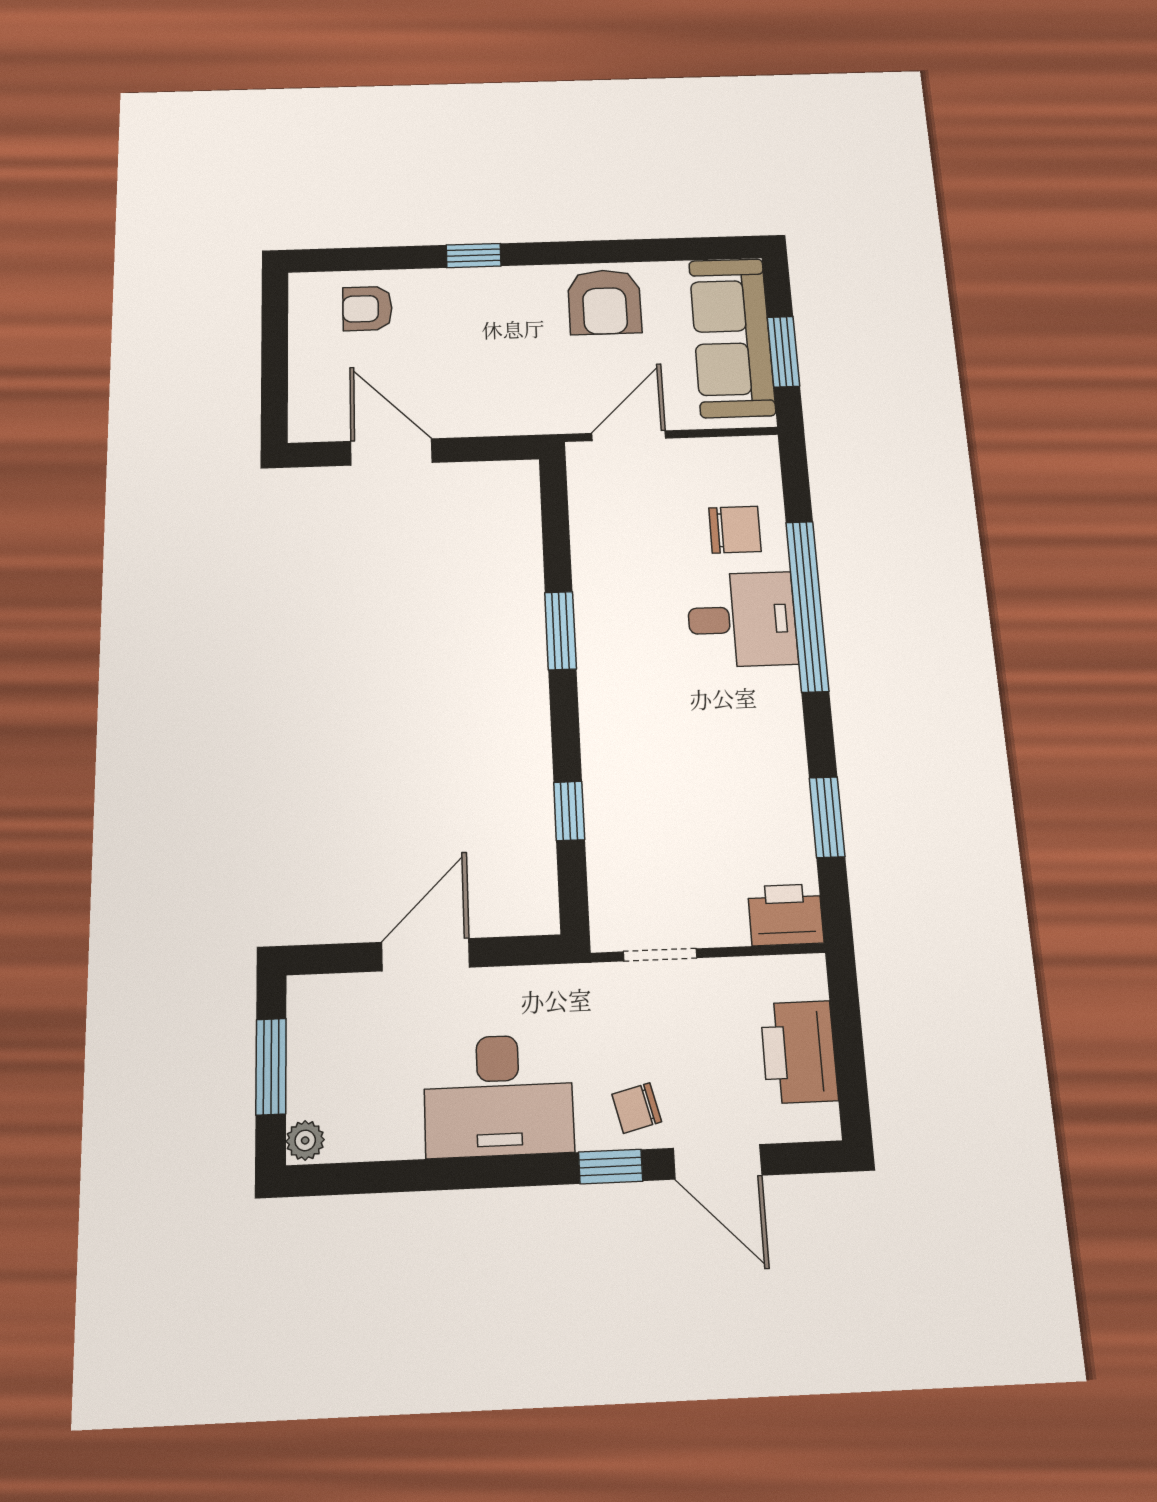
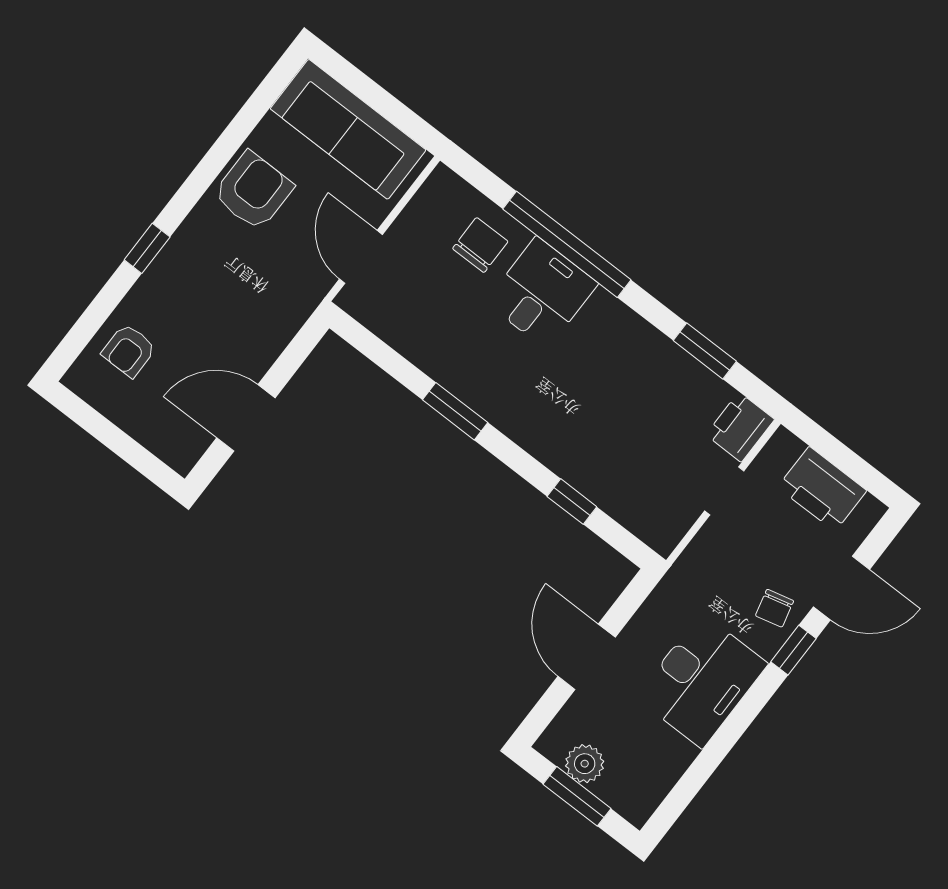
armchair: (605, 302) -> (253, 191), turned -90
window: (783, 352) -> (386, 105), removed
doorway: (660, 955) -> (724, 491), moved
plant: (305, 1140) -> (585, 764), moved, width x1.38, depth x1.38

